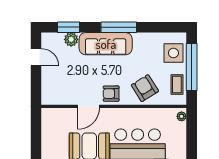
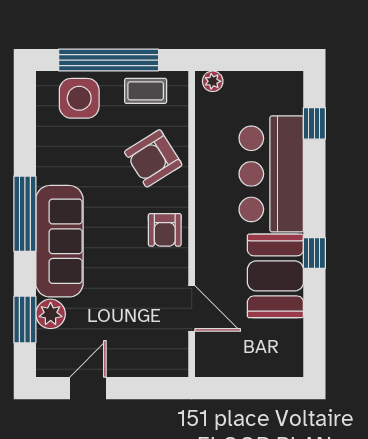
door: (88, 106) -> (192, 308), moved

